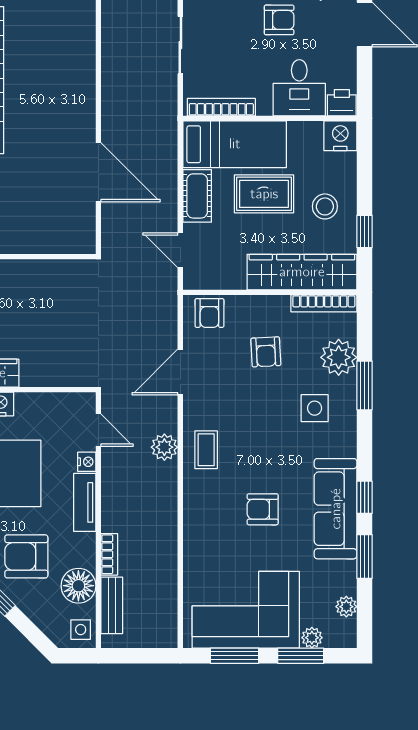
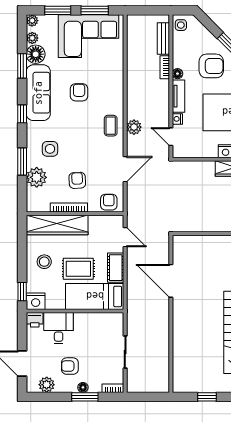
bookcase: (221, 107) -> (102, 317), removed
window: (365, 231) -> (22, 292), moved
bookcase: (324, 303) -> (69, 207), moved
window: (365, 497) -> (22, 114), moved
armchair: (263, 509) -> (79, 92), turned -90
floor lamp: (340, 577) -> (36, 54), added
floor lamp: (78, 586) -> (177, 74), moved, width x0.53, depth x0.53
plant: (312, 638) -> (32, 21), moved

